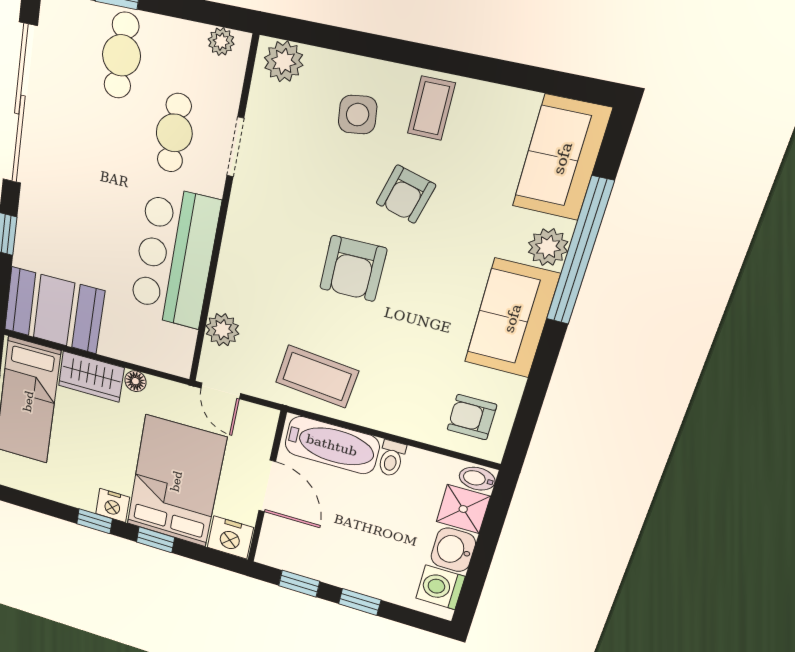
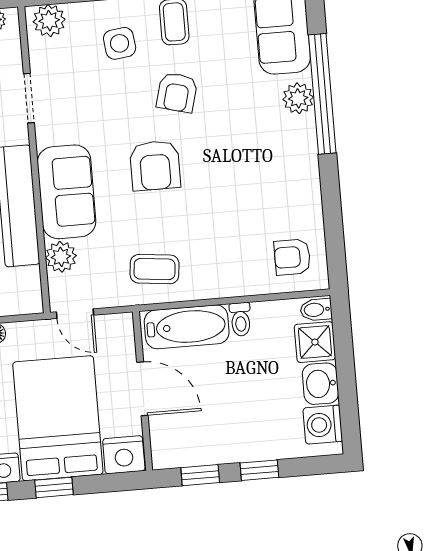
sofa: (512, 318) -> (67, 192), moved, turned 180
coffee table: (317, 377) -> (155, 269), width x0.73, depth x0.77

